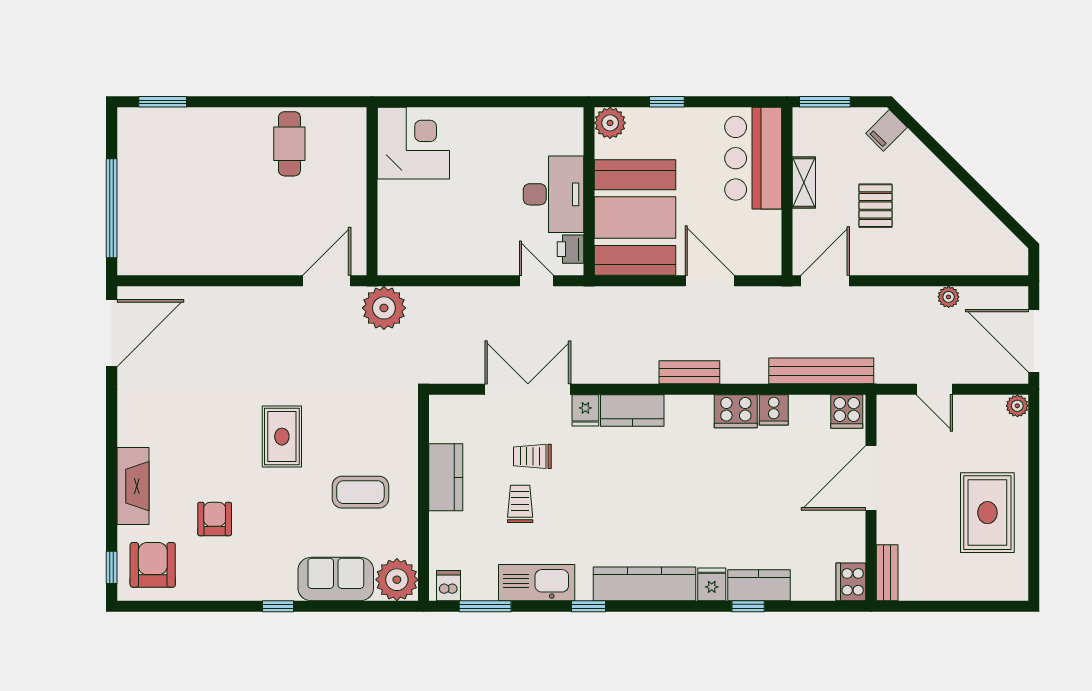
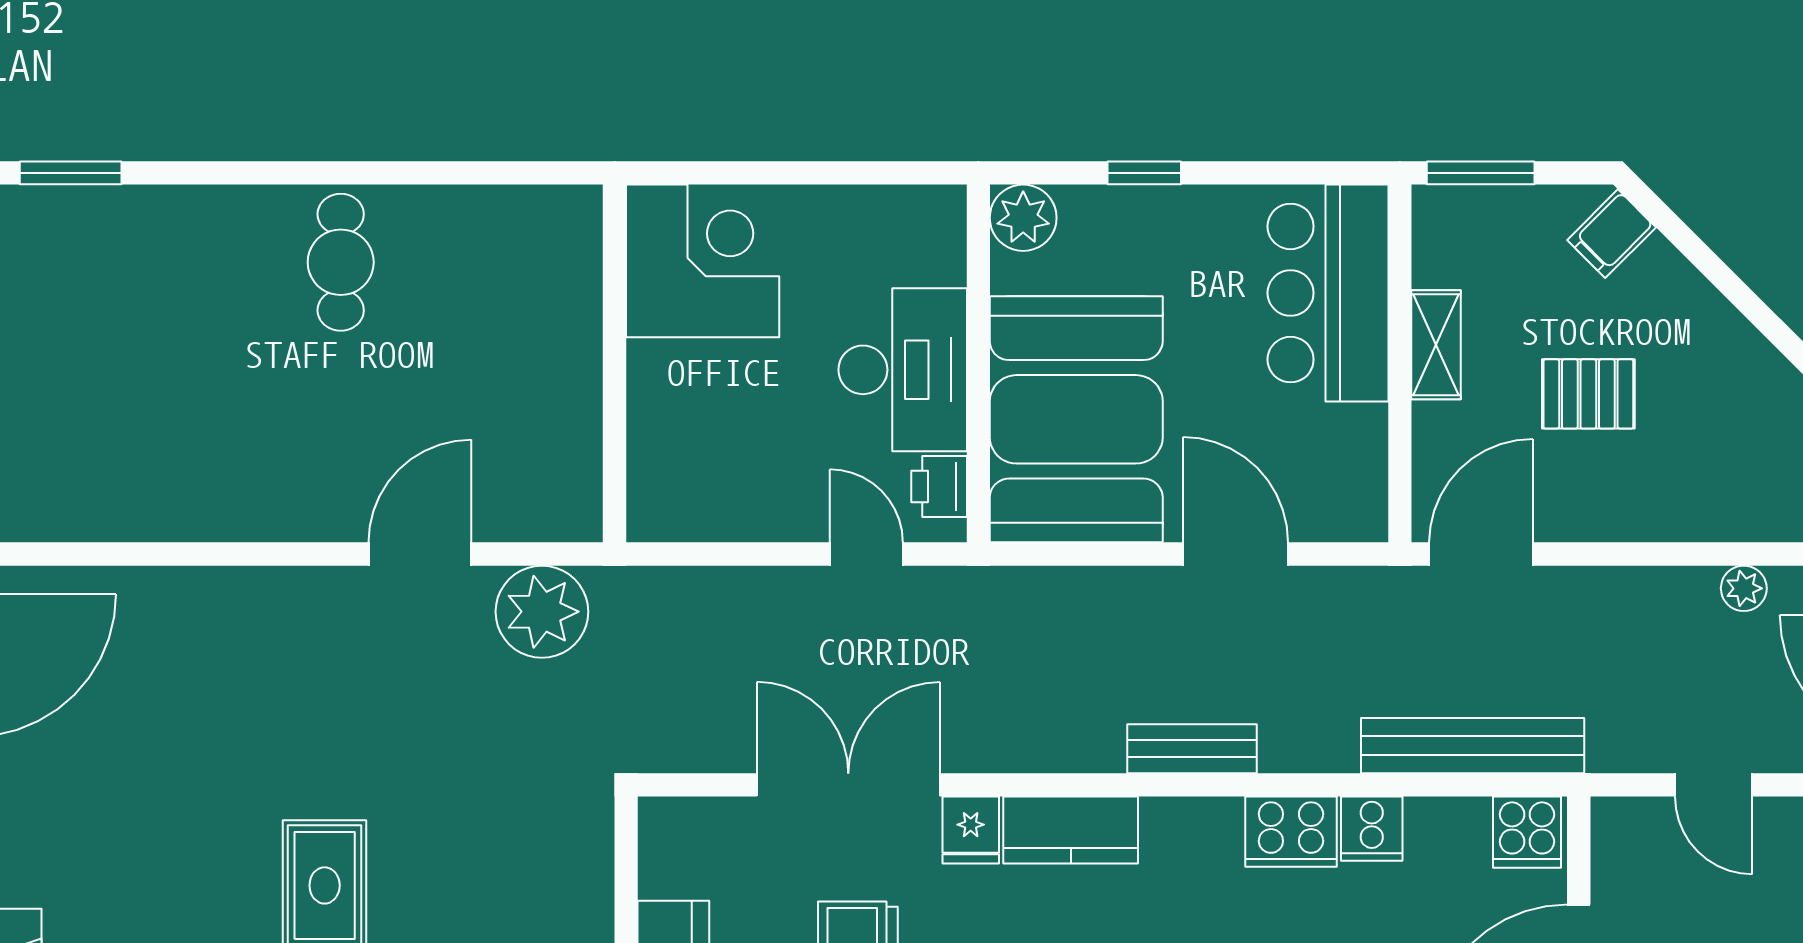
corner desk: (413, 143) -> (703, 261), moved
wall: (372, 191) -> (615, 363), moved
pallet: (876, 206) -> (1588, 394), turned 90

